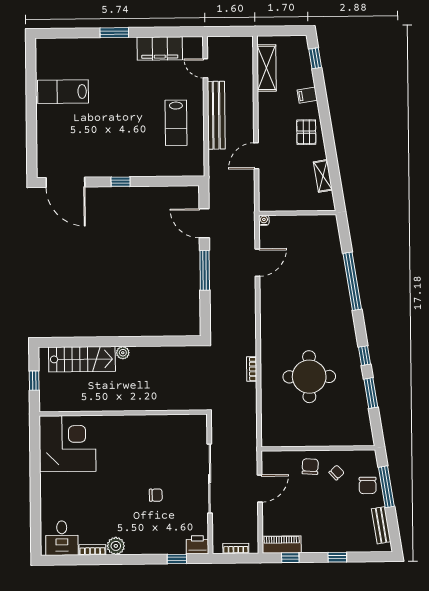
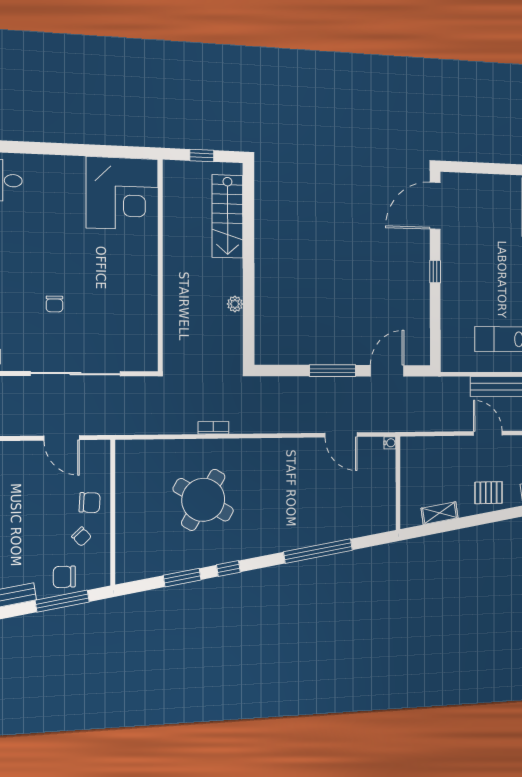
door: (256, 156) -> (488, 433), moved
plant: (123, 353) -> (235, 304), moved
round table: (309, 377) -> (203, 500), turned 31

